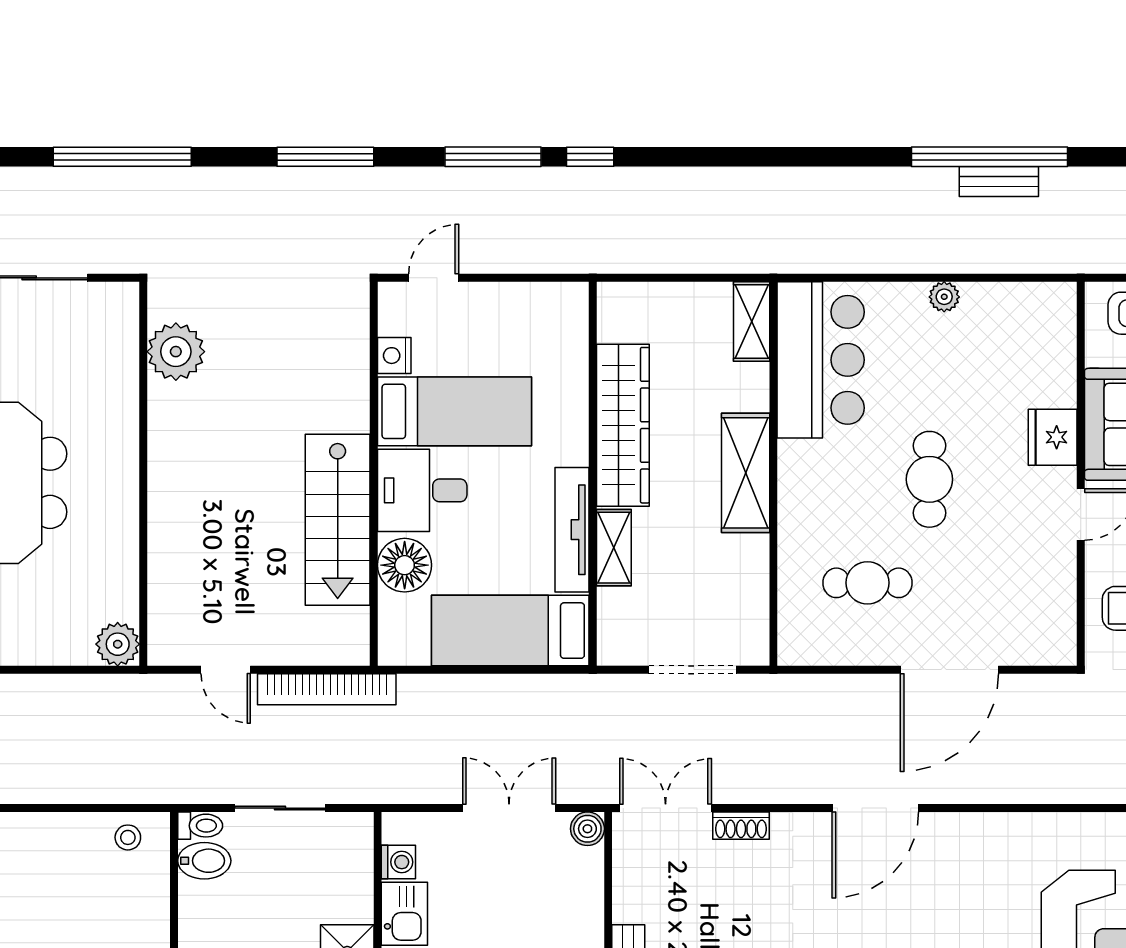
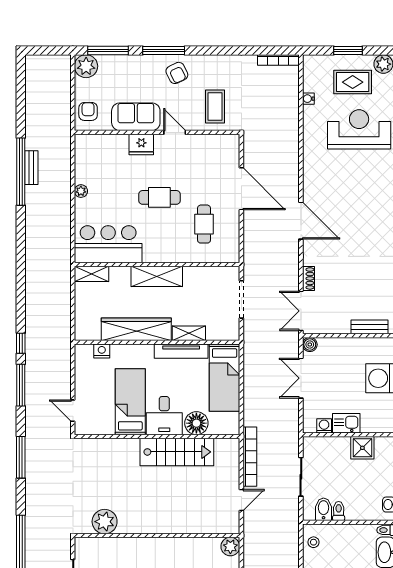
nightstand: (394, 356) -> (102, 351), moved, turned 180
toilet: (200, 826) -> (339, 511), moved

